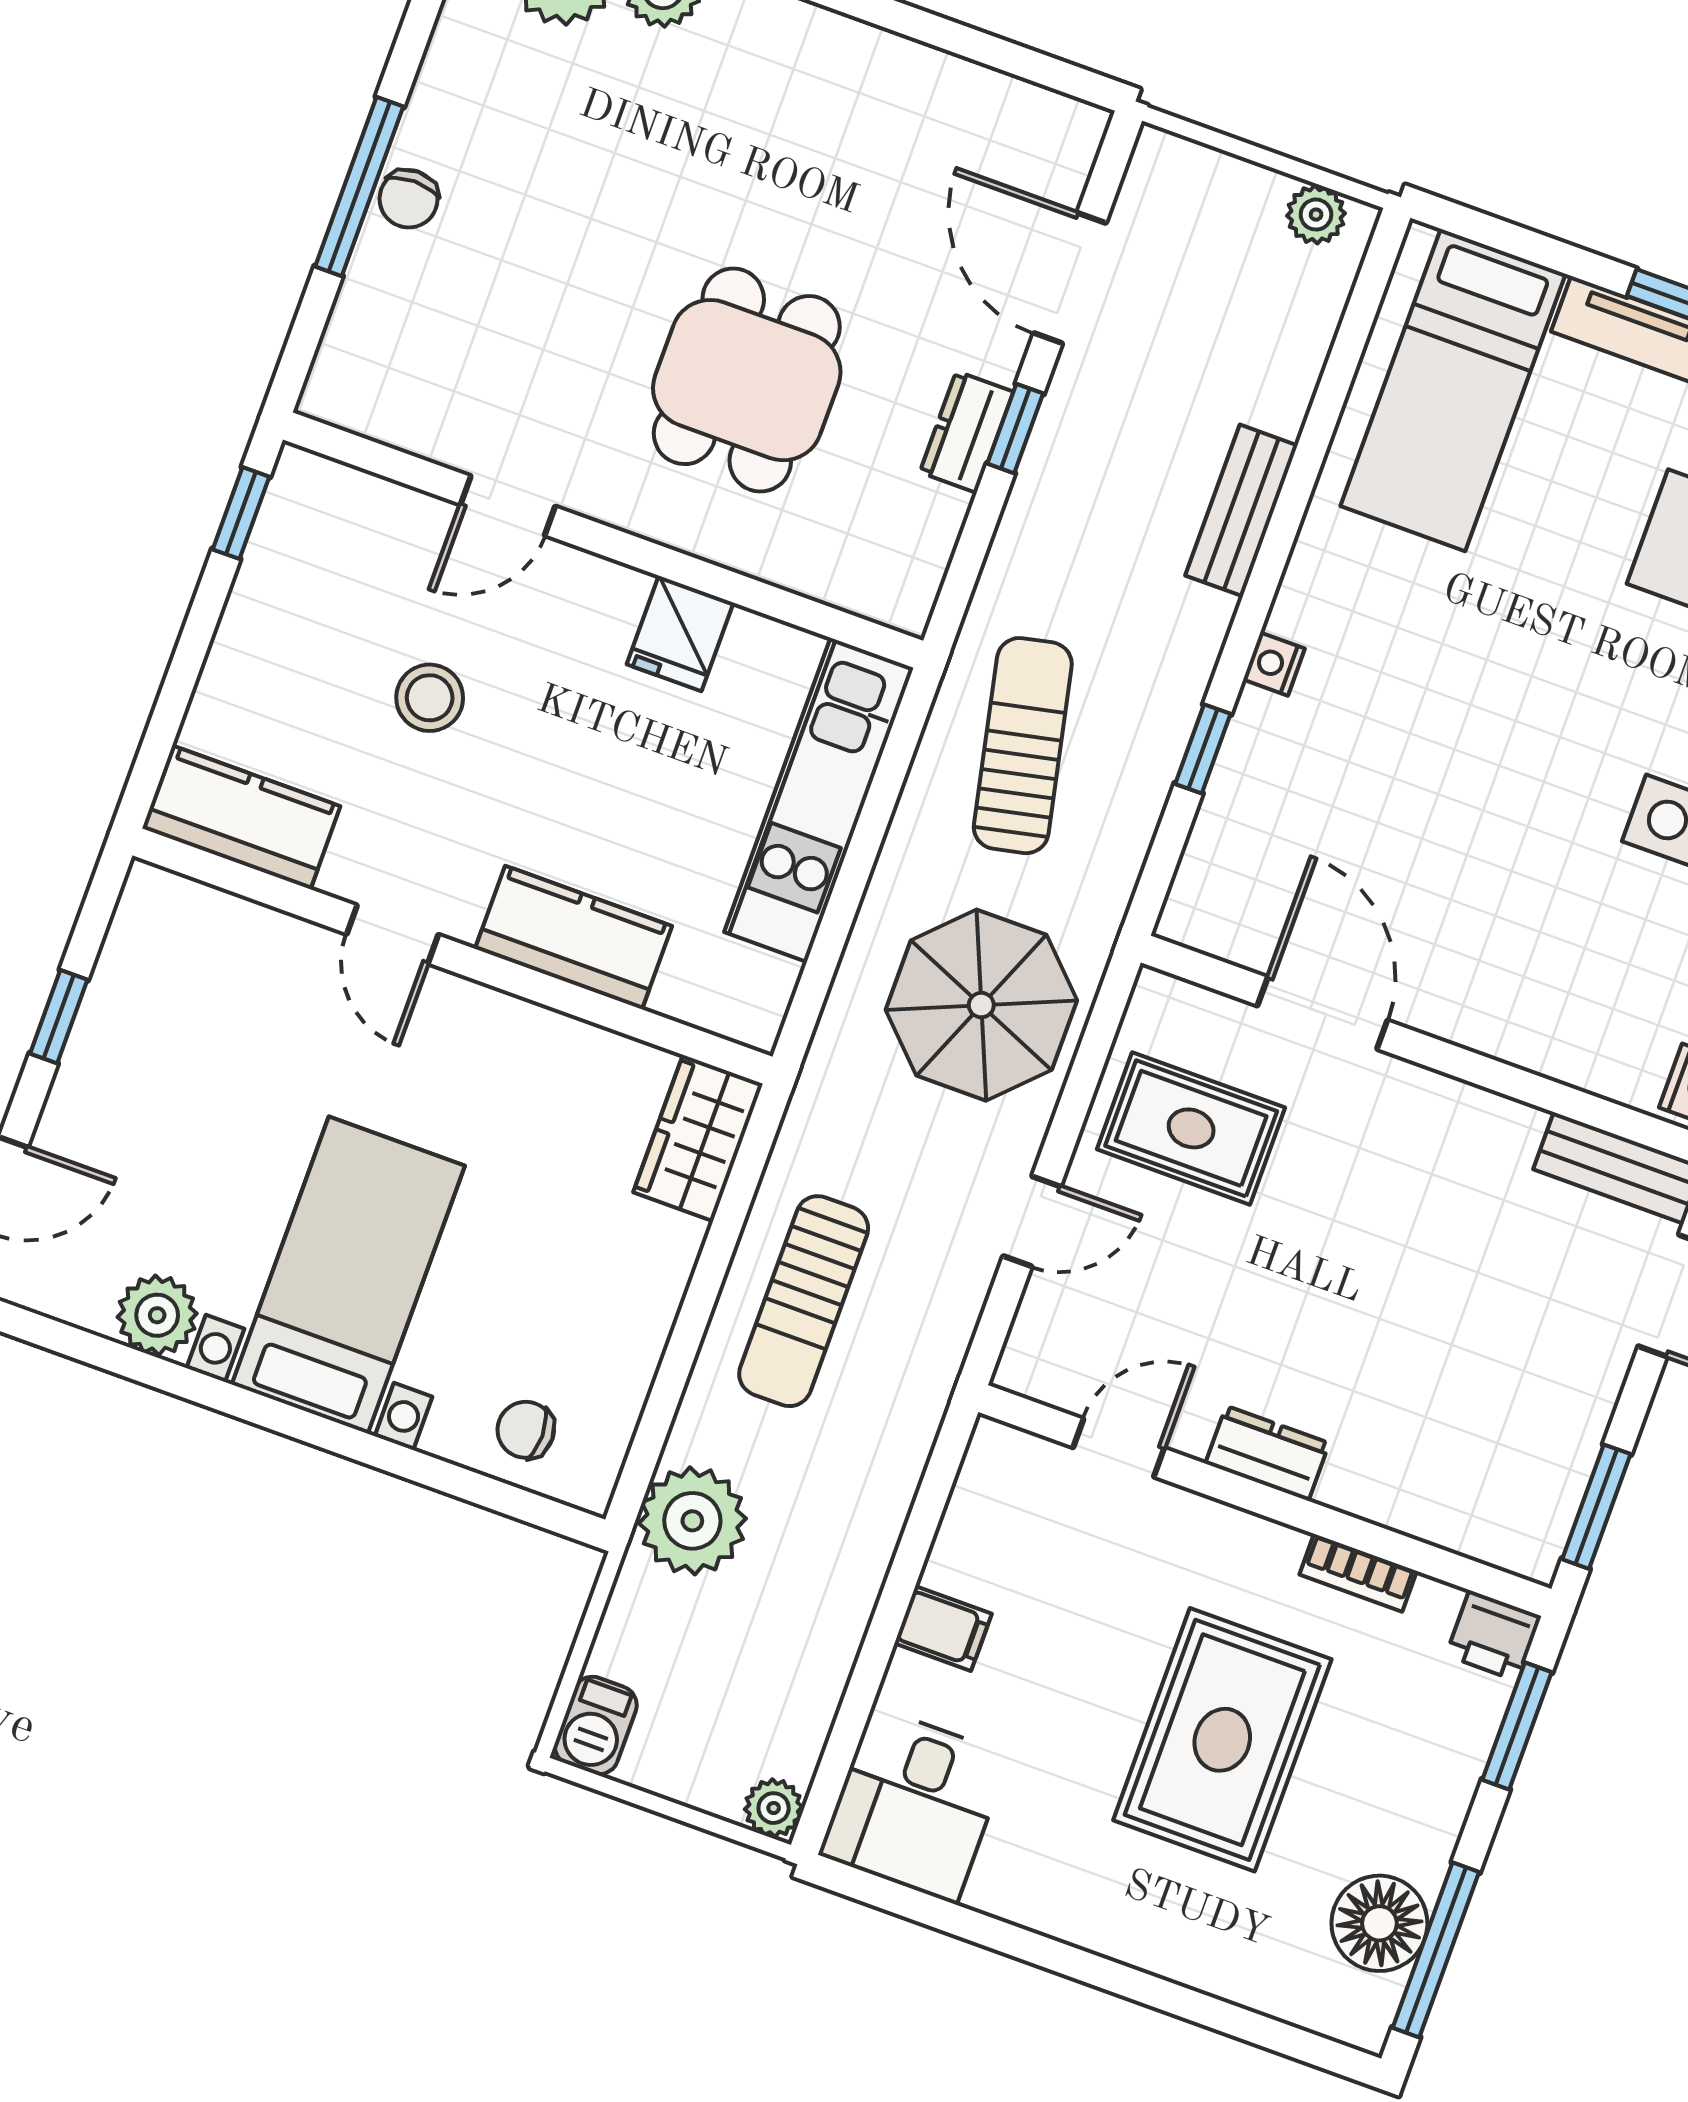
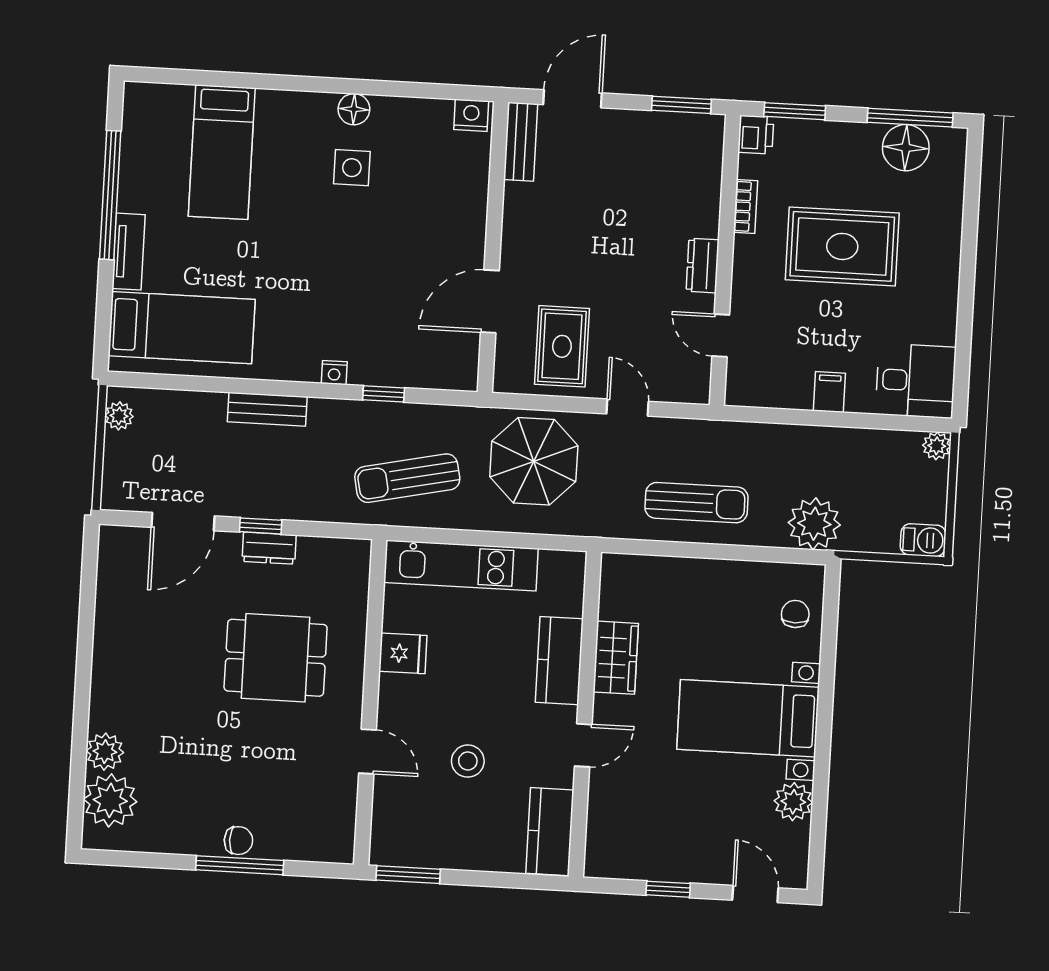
window: (241, 513) -> (408, 875), width x1.50
wardrobe: (698, 1138) -> (616, 658), moved, turned -90
chair: (526, 1430) -> (795, 614), turned 180

